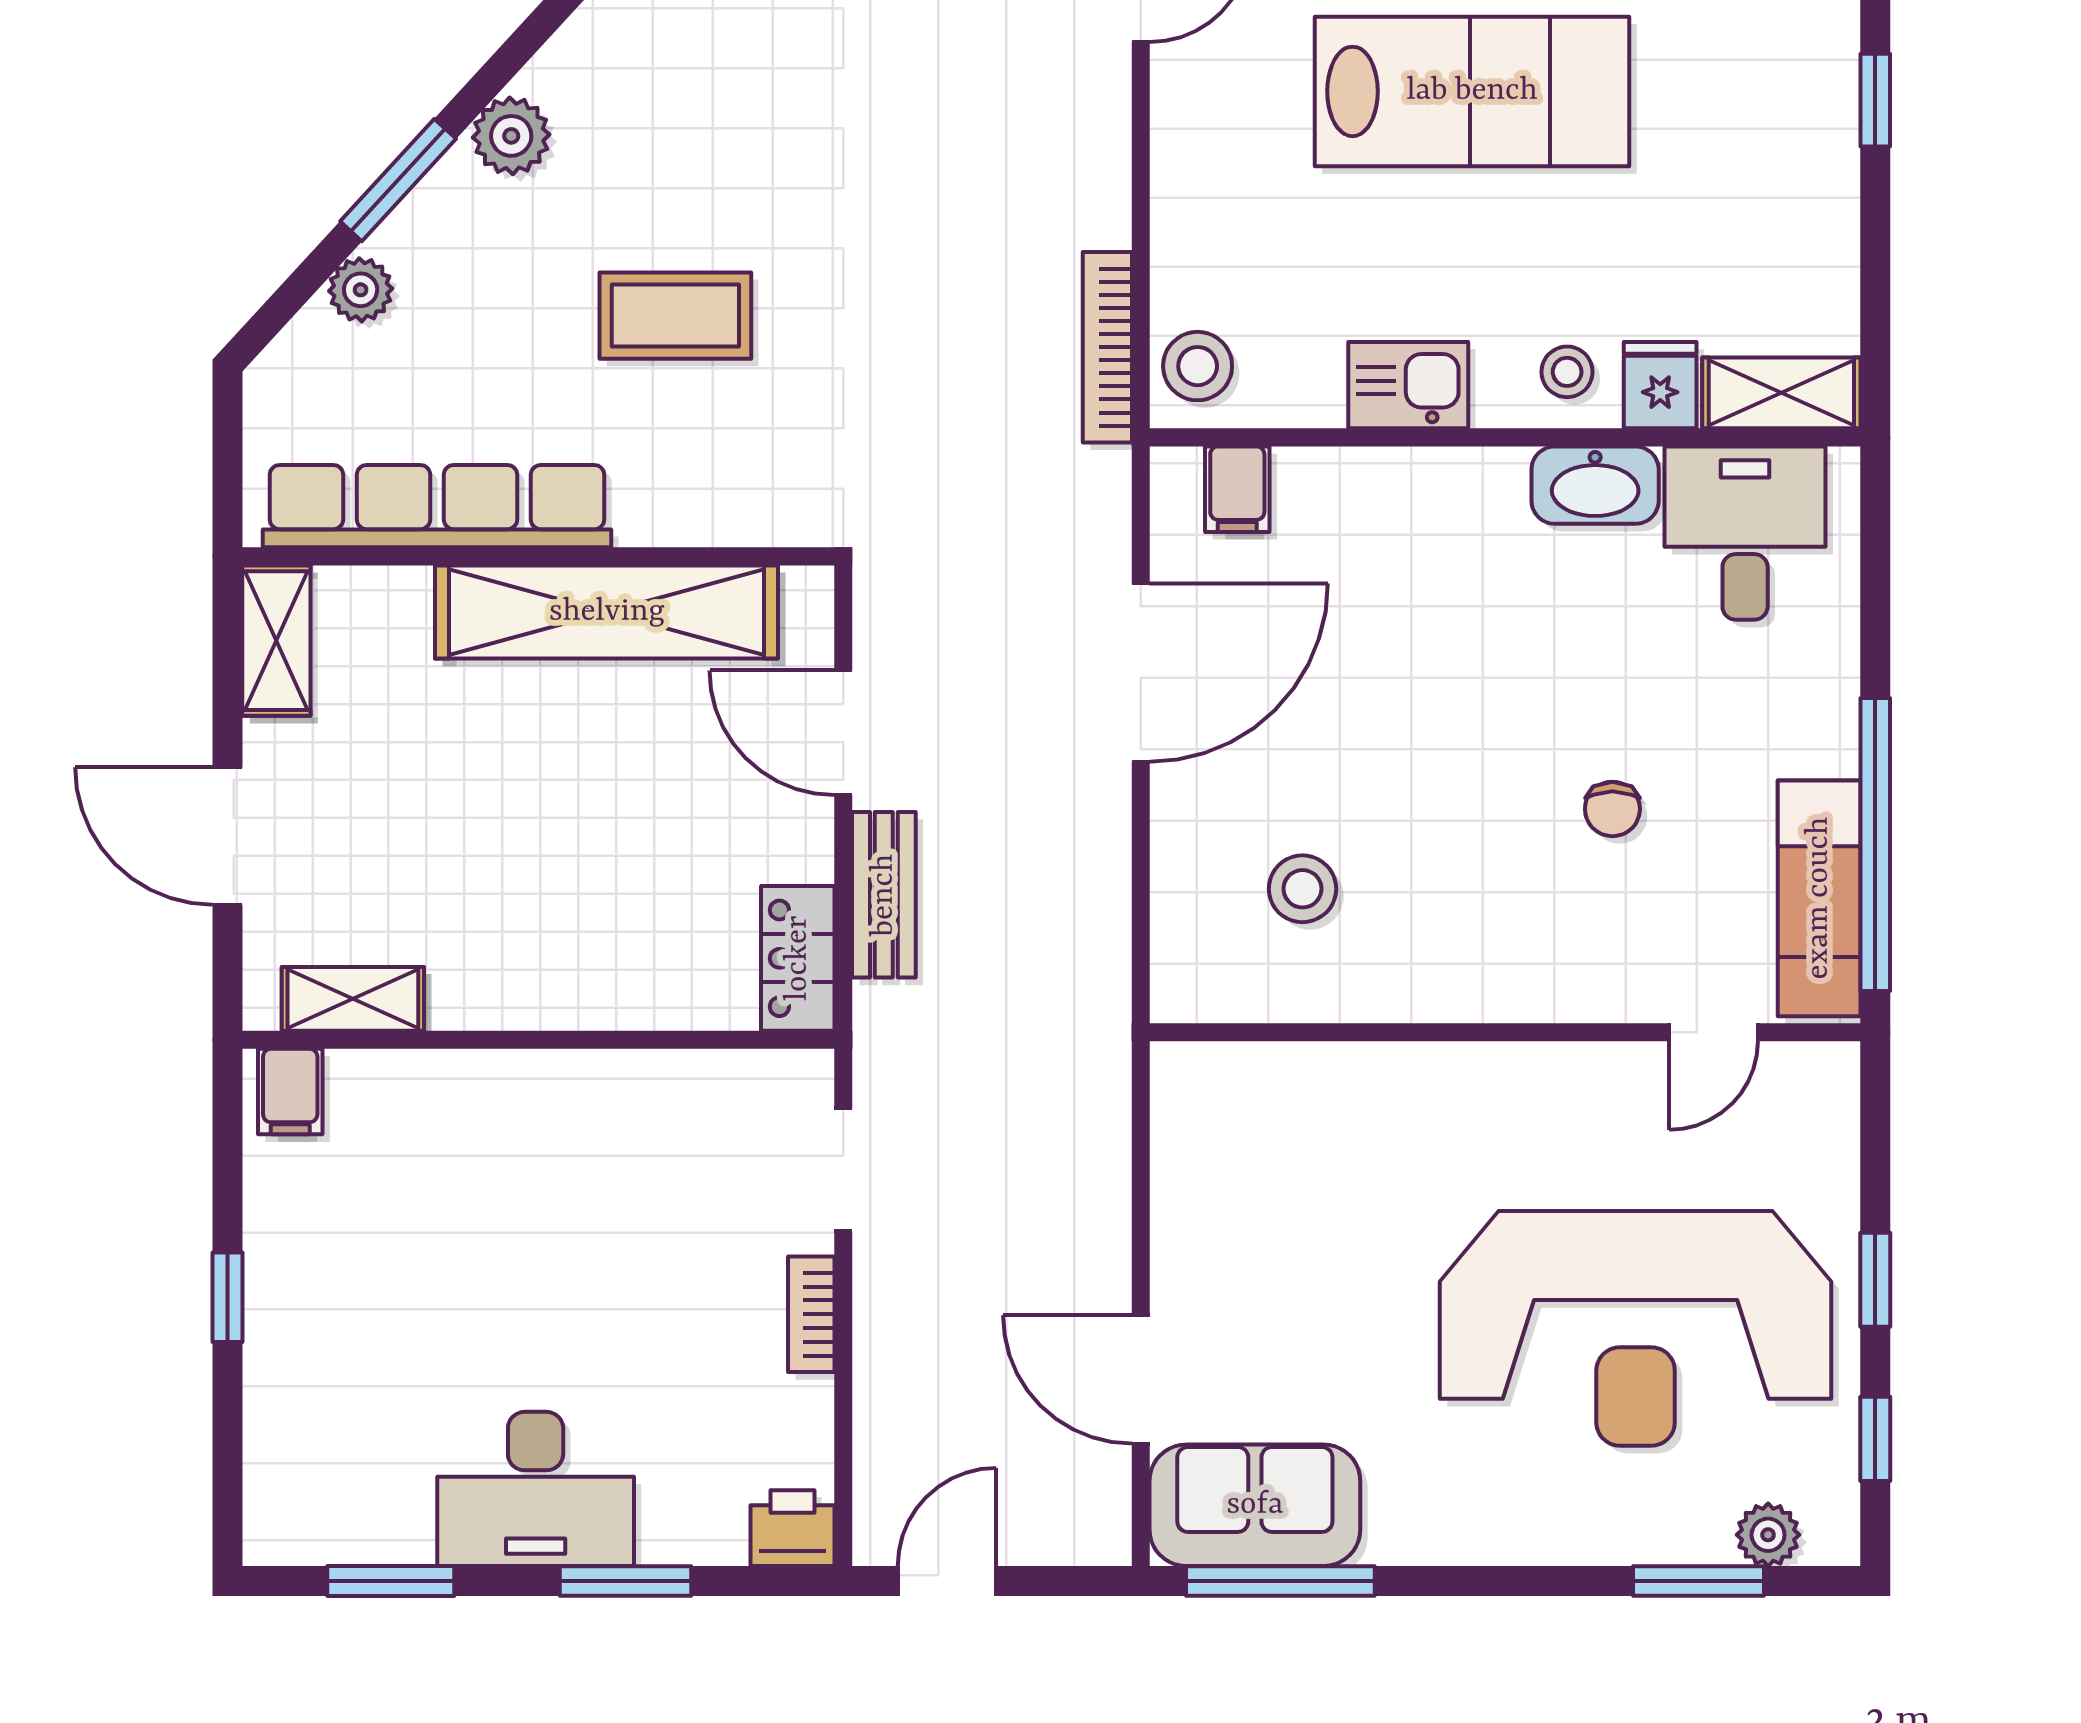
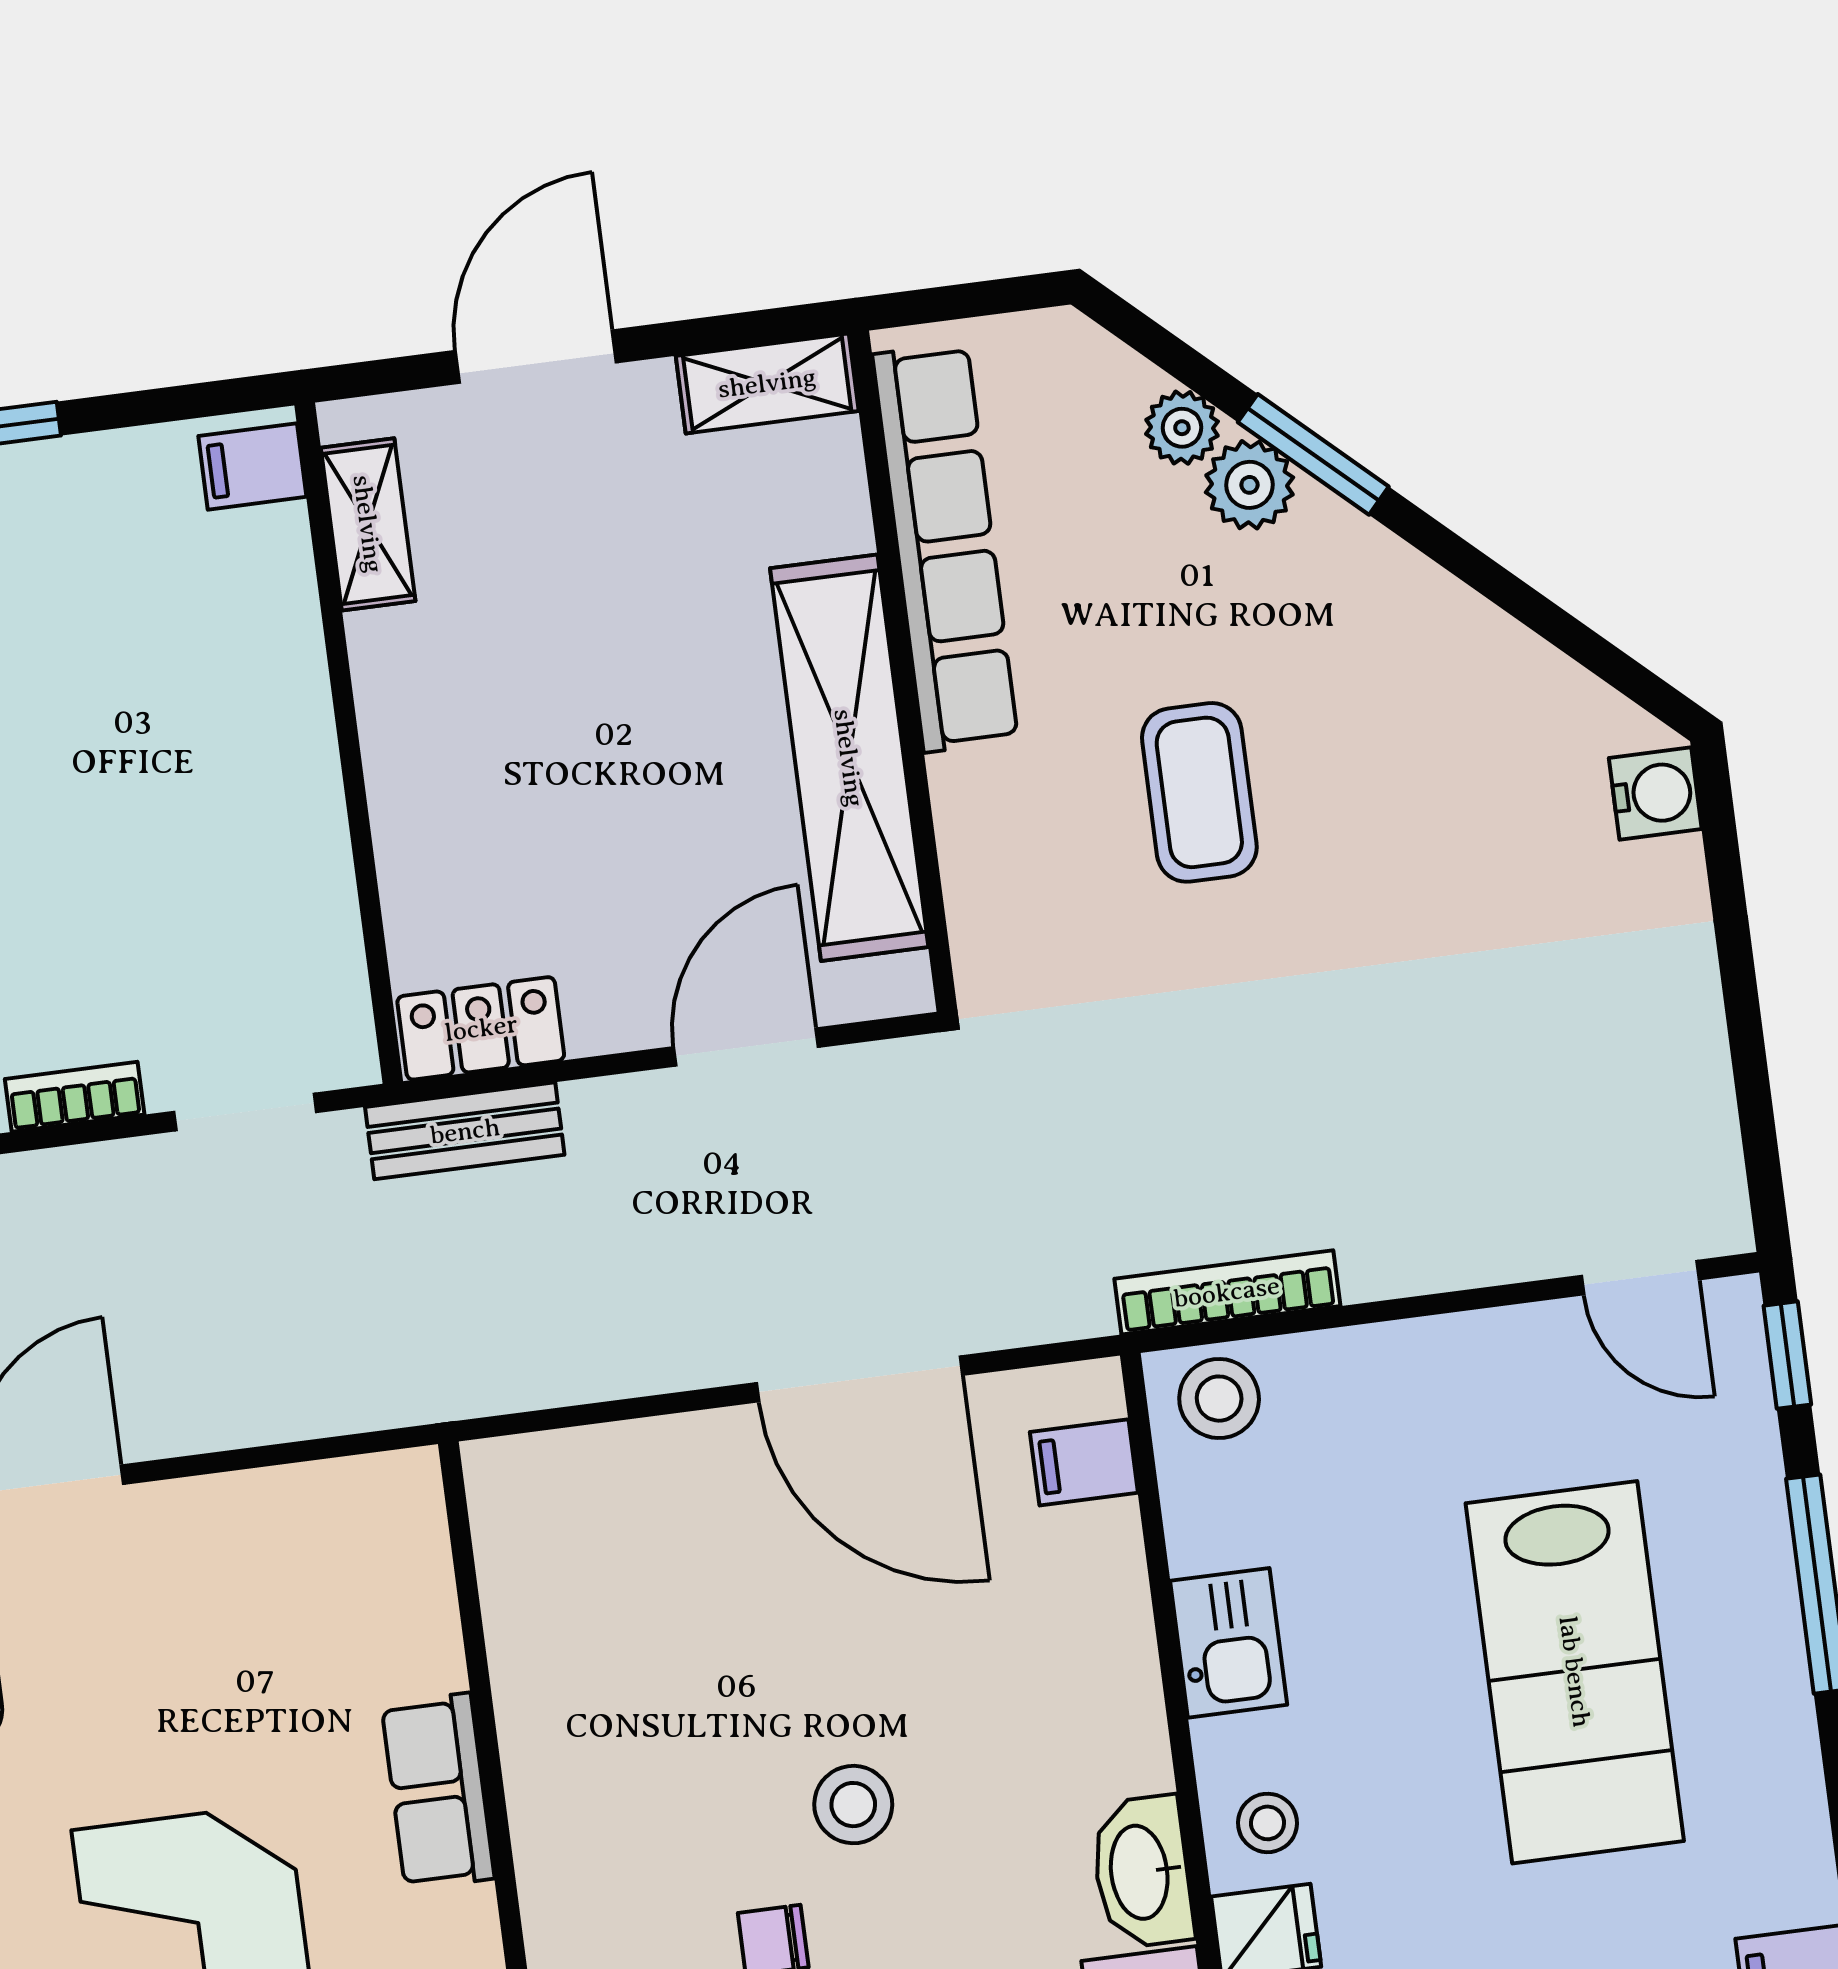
plant: (511, 136) -> (1250, 485), moved
stool: (1302, 889) -> (853, 1805), moved
bench: (884, 895) -> (465, 1131), moved
row of seats: (1447, 1080) -> (438, 1791), added

